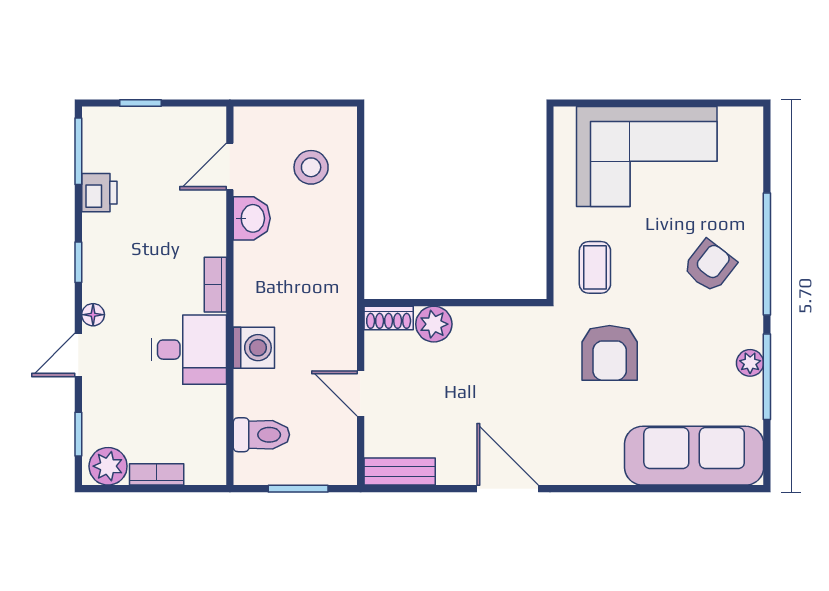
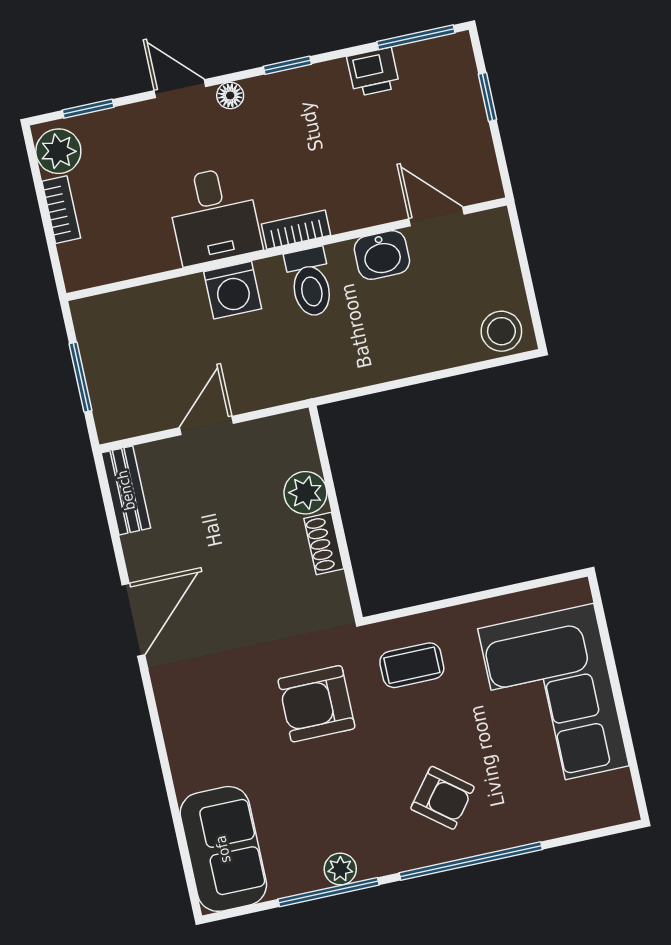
stool: (311, 167) -> (501, 331), moved
shoe rack: (389, 318) -> (324, 544), moved
toilet: (261, 435) -> (310, 282), moved
sofa: (694, 456) -> (223, 849), width x0.73

